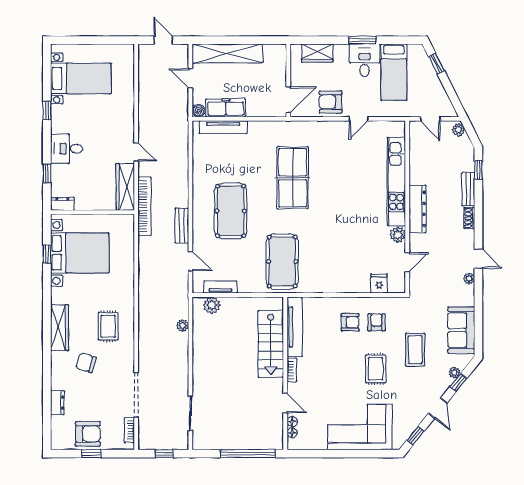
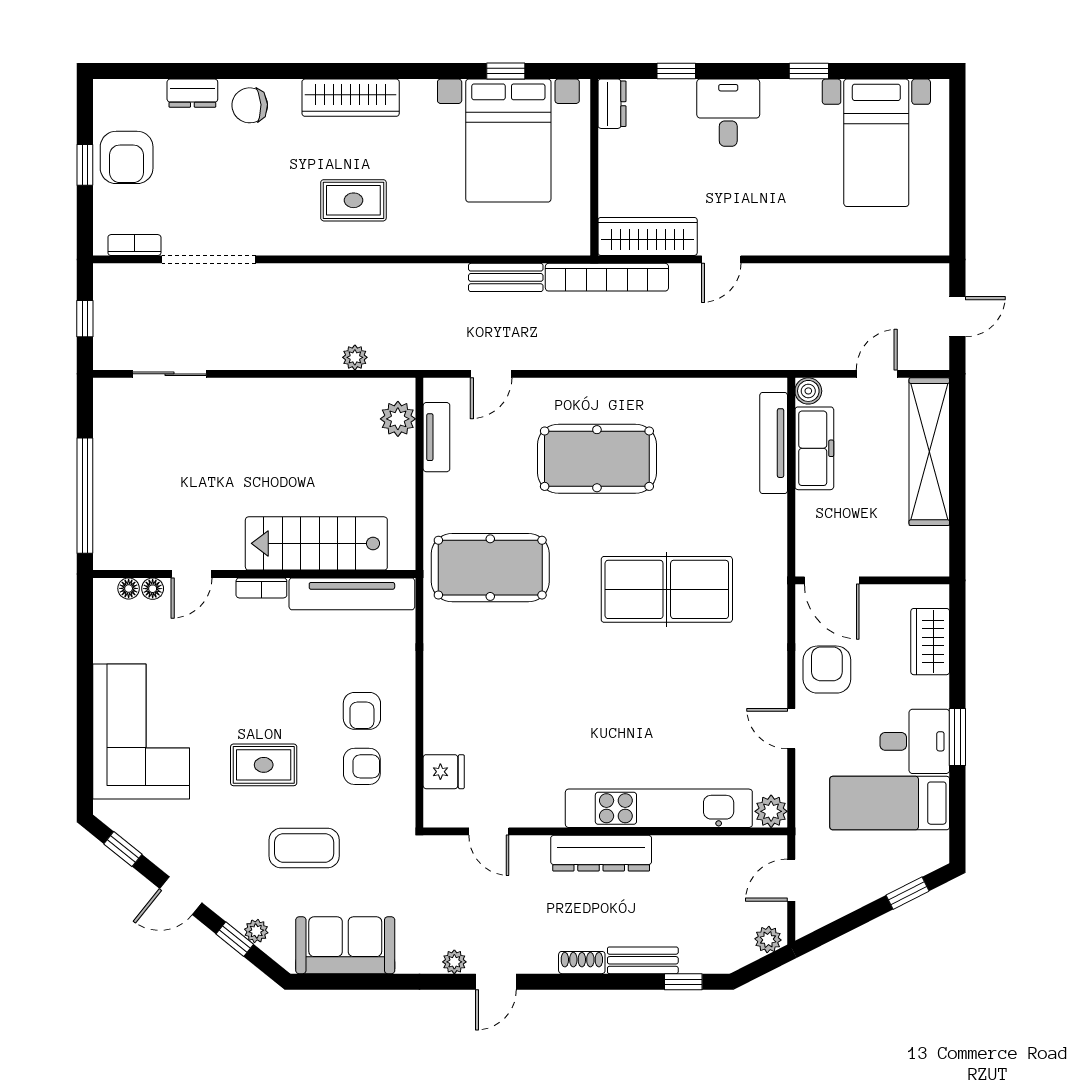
bench: (182, 226) -> (506, 277), moved
plant: (398, 235) -> (771, 811), moved
chair: (86, 363) -> (250, 105), moved, turned -110

